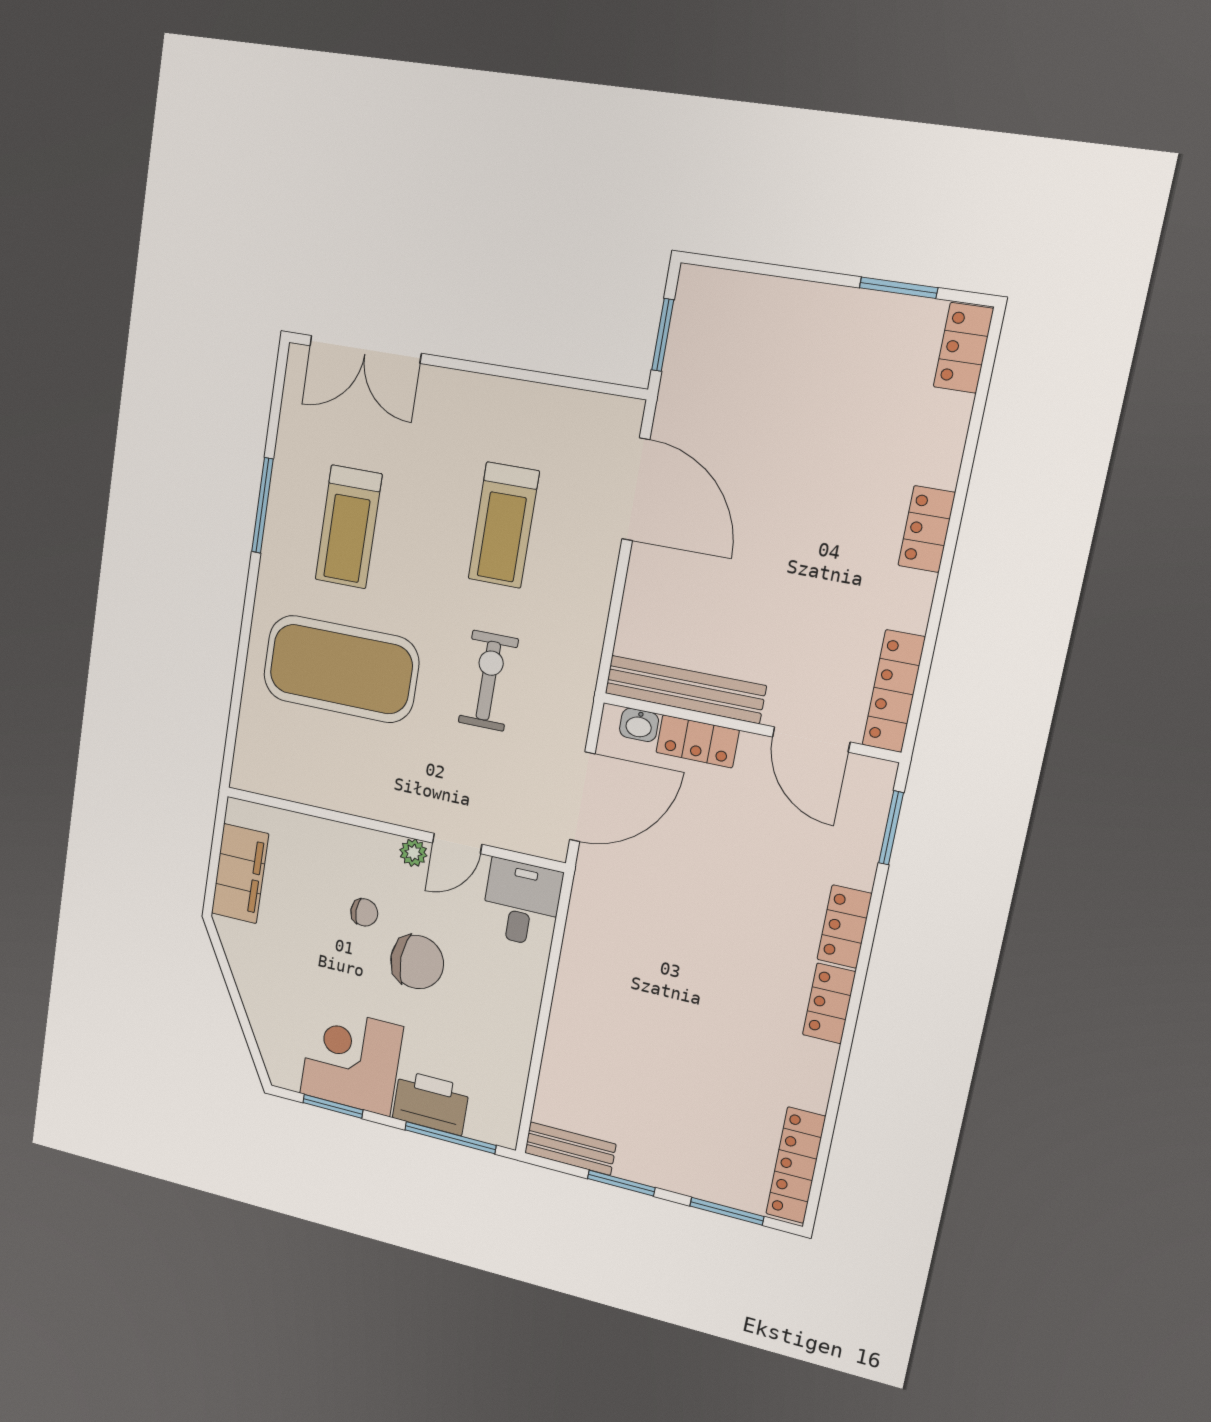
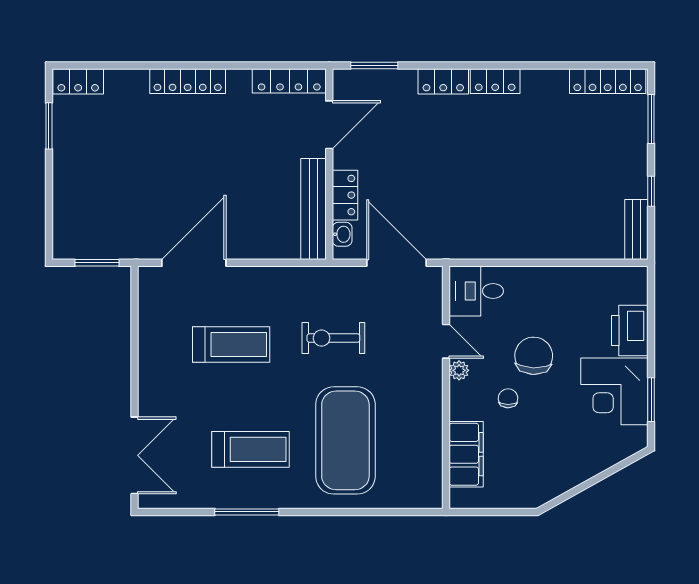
locker: (927, 529) -> (188, 81), width x1.53
filing cabinet: (240, 874) -> (466, 454), moved, turned 90
window: (450, 1138) -> (651, 313), removed
window: (621, 1183) -> (651, 191), width x0.67

